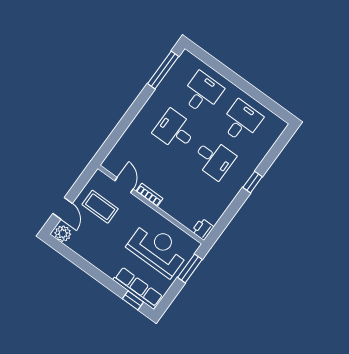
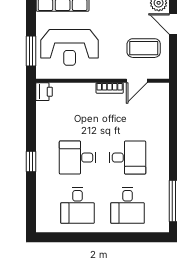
door: (124, 185) -> (137, 81), hinge flipped

